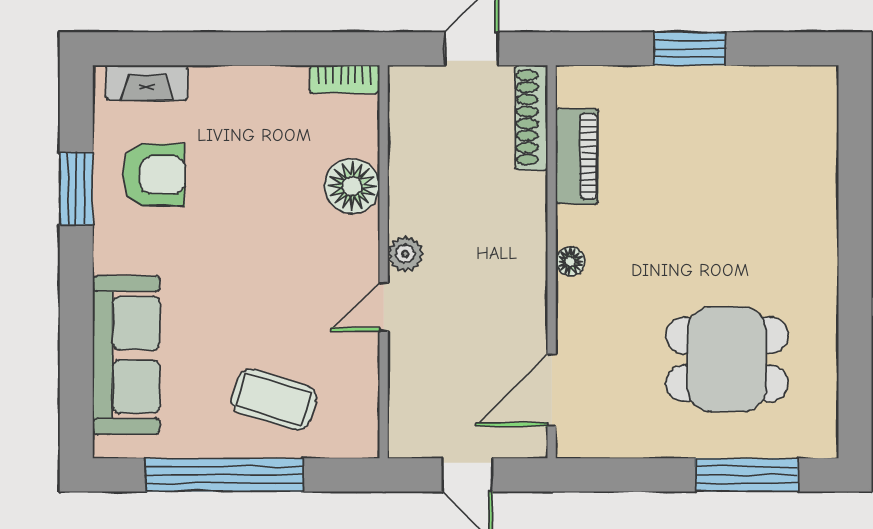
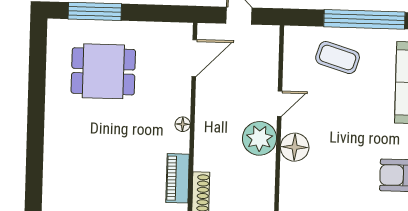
floor lamp: (352, 186) -> (295, 147), moved
plant: (405, 254) -> (259, 138), width x1.87, depth x1.87

